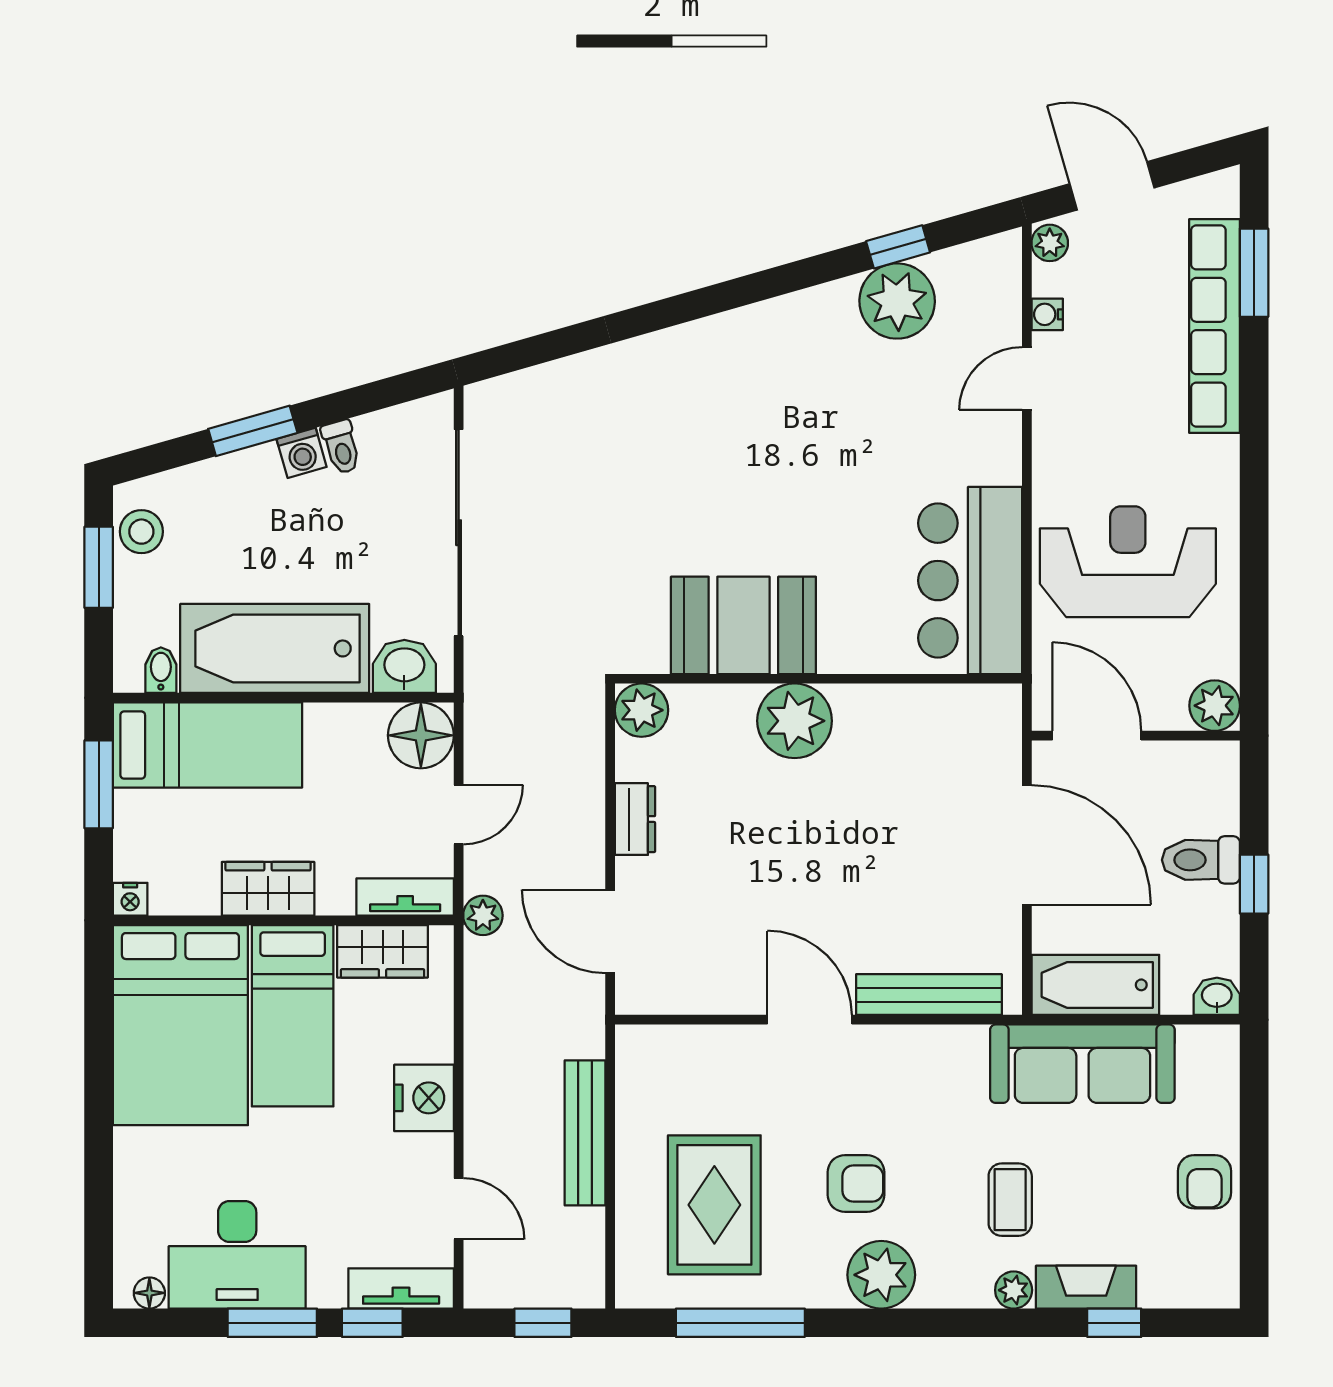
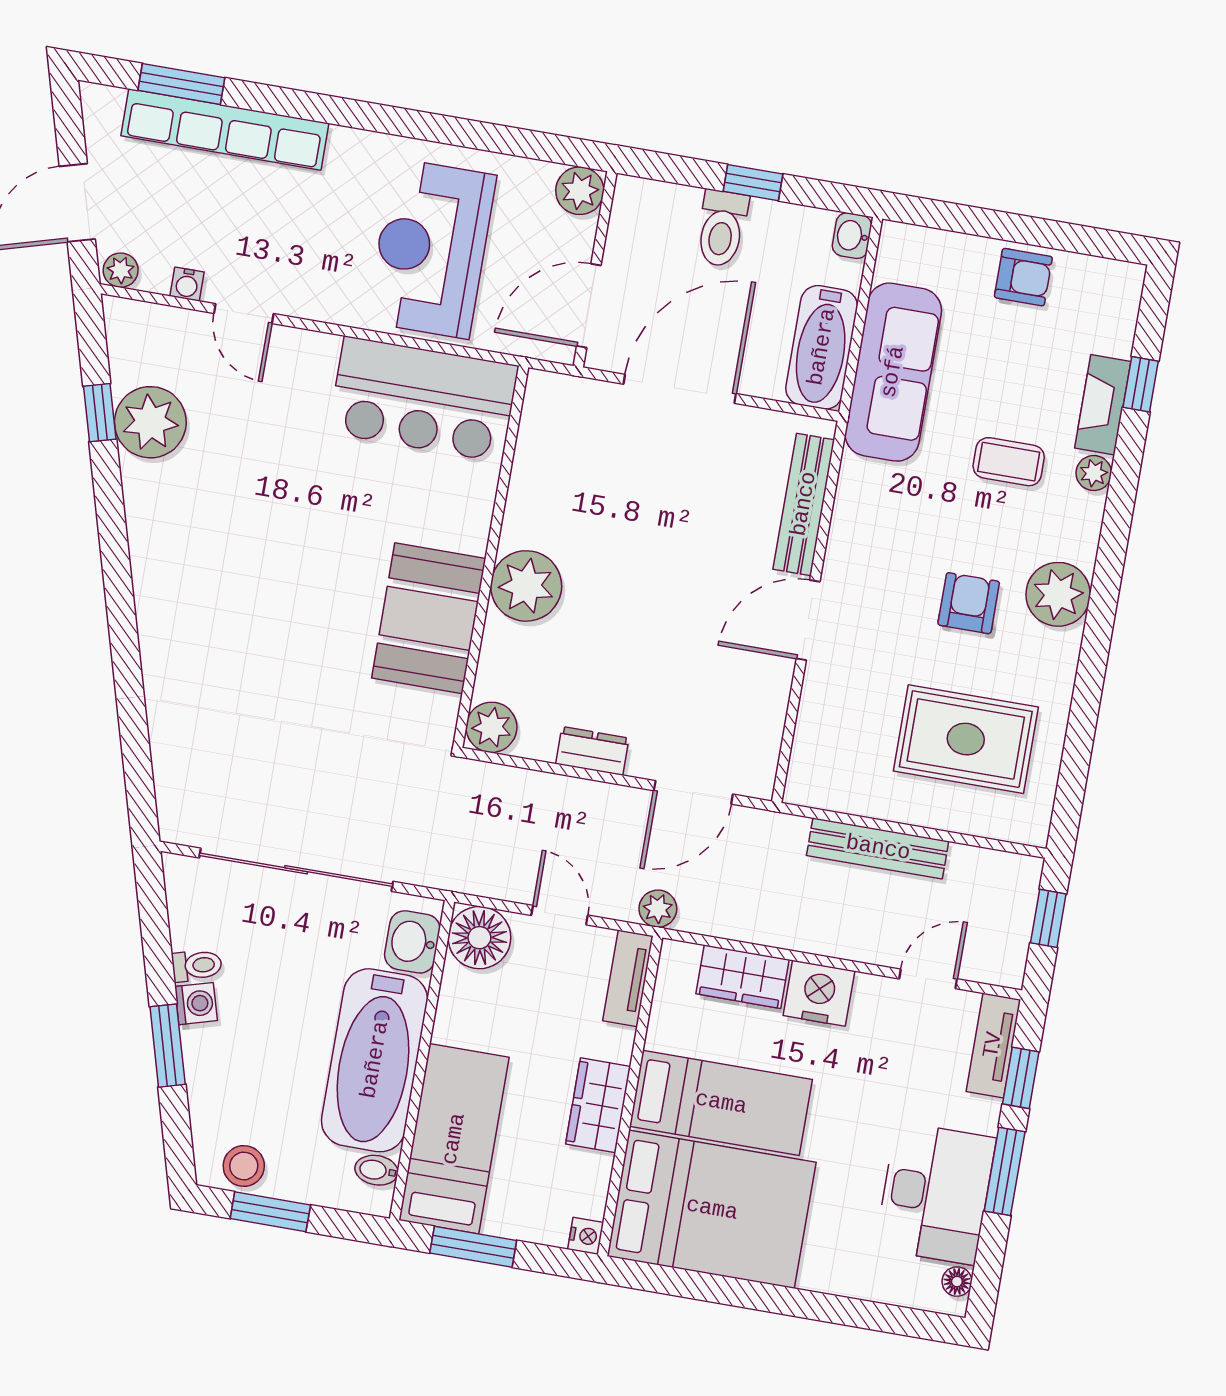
wardrobe: (383, 951) -> (743, 977), moved, turned 90
window: (740, 1323) -> (1080, 734), removed

